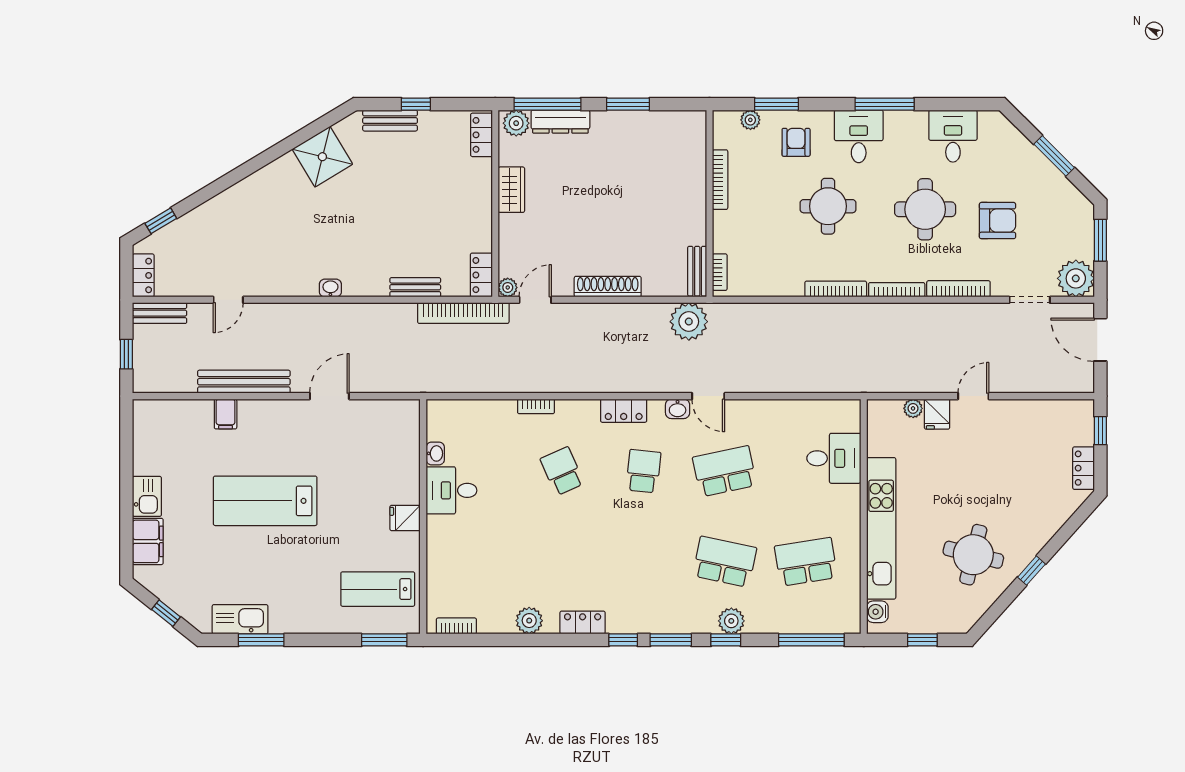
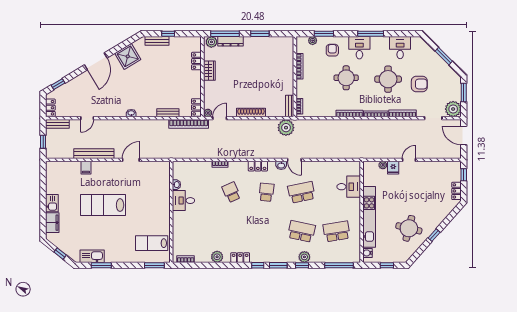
locker: (482, 135) -> (196, 61), moved
door: (248, 168) -> (96, 61), added
fridge: (405, 518) -> (163, 212), removed

